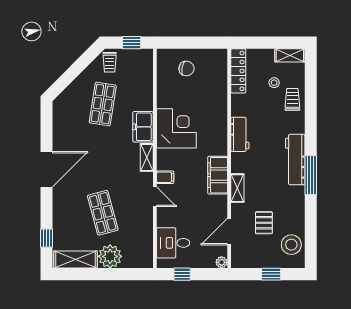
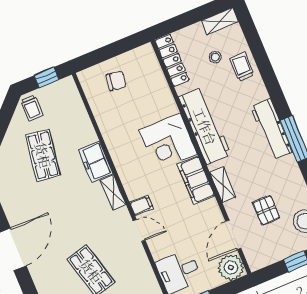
corner desk: (176, 128) -> (168, 142), moved, turned 180
workbench: (240, 134) -> (205, 126), width x1.88, depth x1.32
plant: (221, 262) -> (231, 267), width x1.88, depth x1.88

